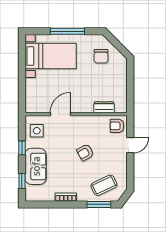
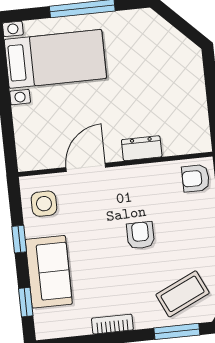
chair: (101, 56) -> (151, 49), removed
dresser: (104, 107) -> (142, 148), moved
armchair: (85, 152) -> (140, 235), turned 119

